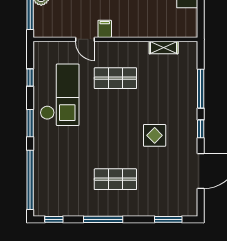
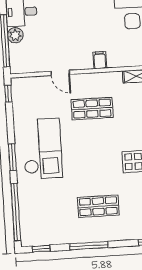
filing cabinet: (105, 29) -> (100, 60), moved
window: (30, 78) -> (8, 94), moved
checkout: (60, 95) -> (42, 149), moved

